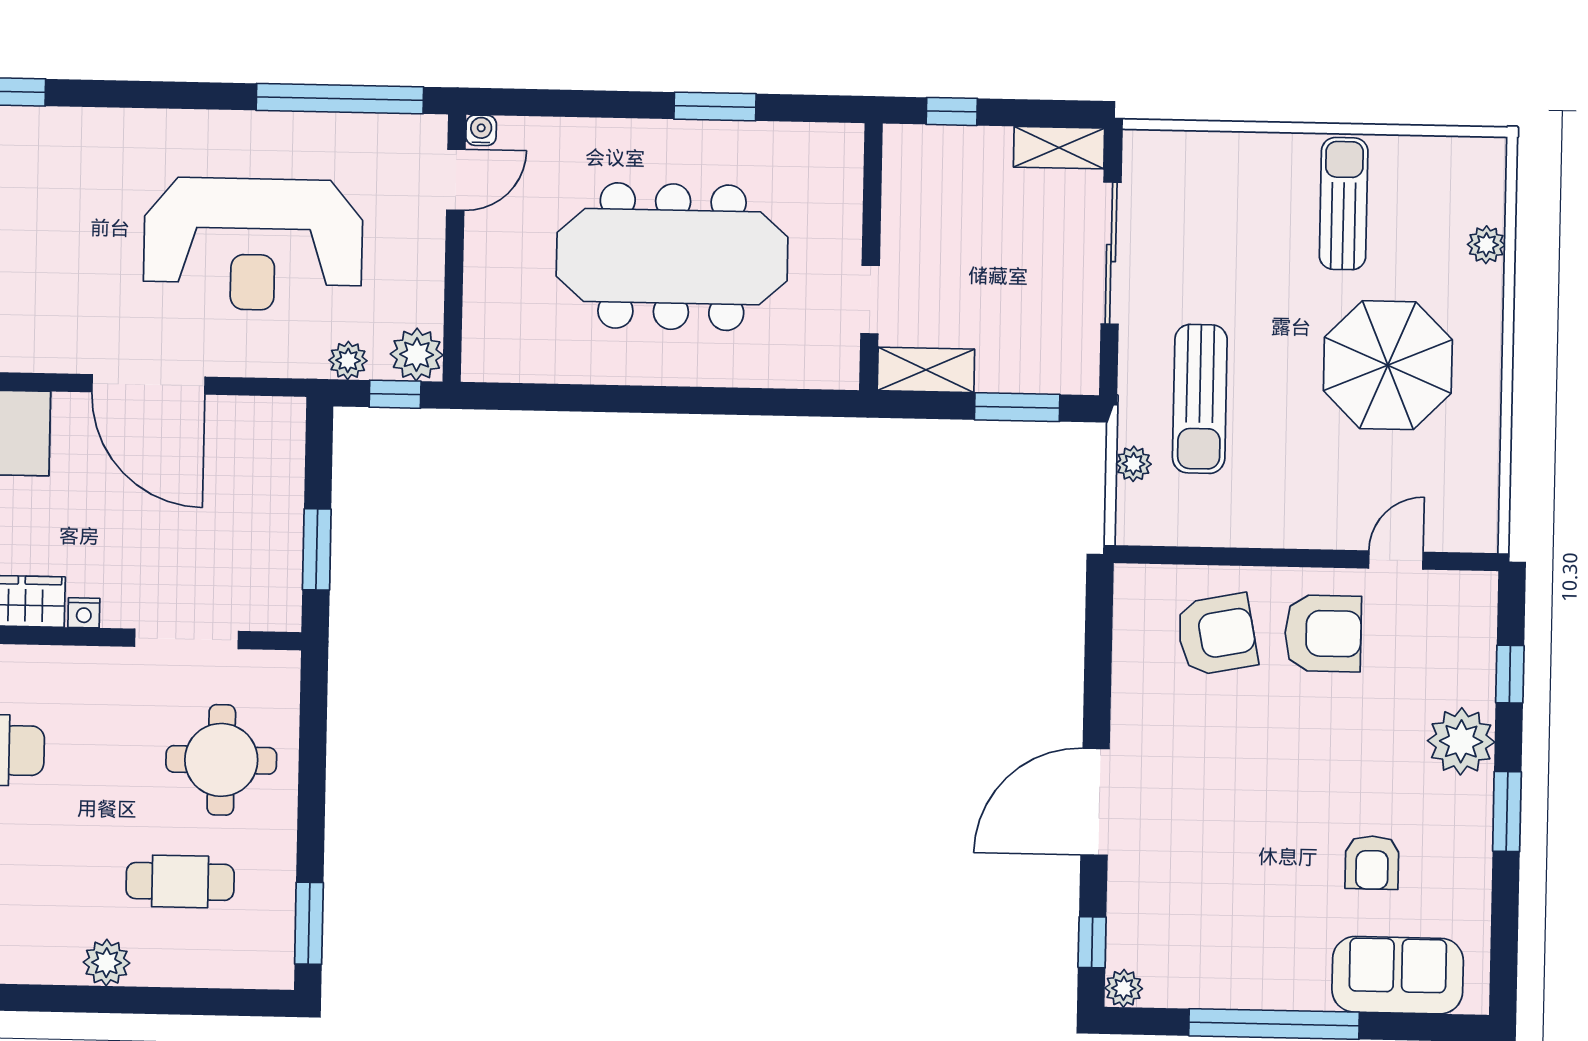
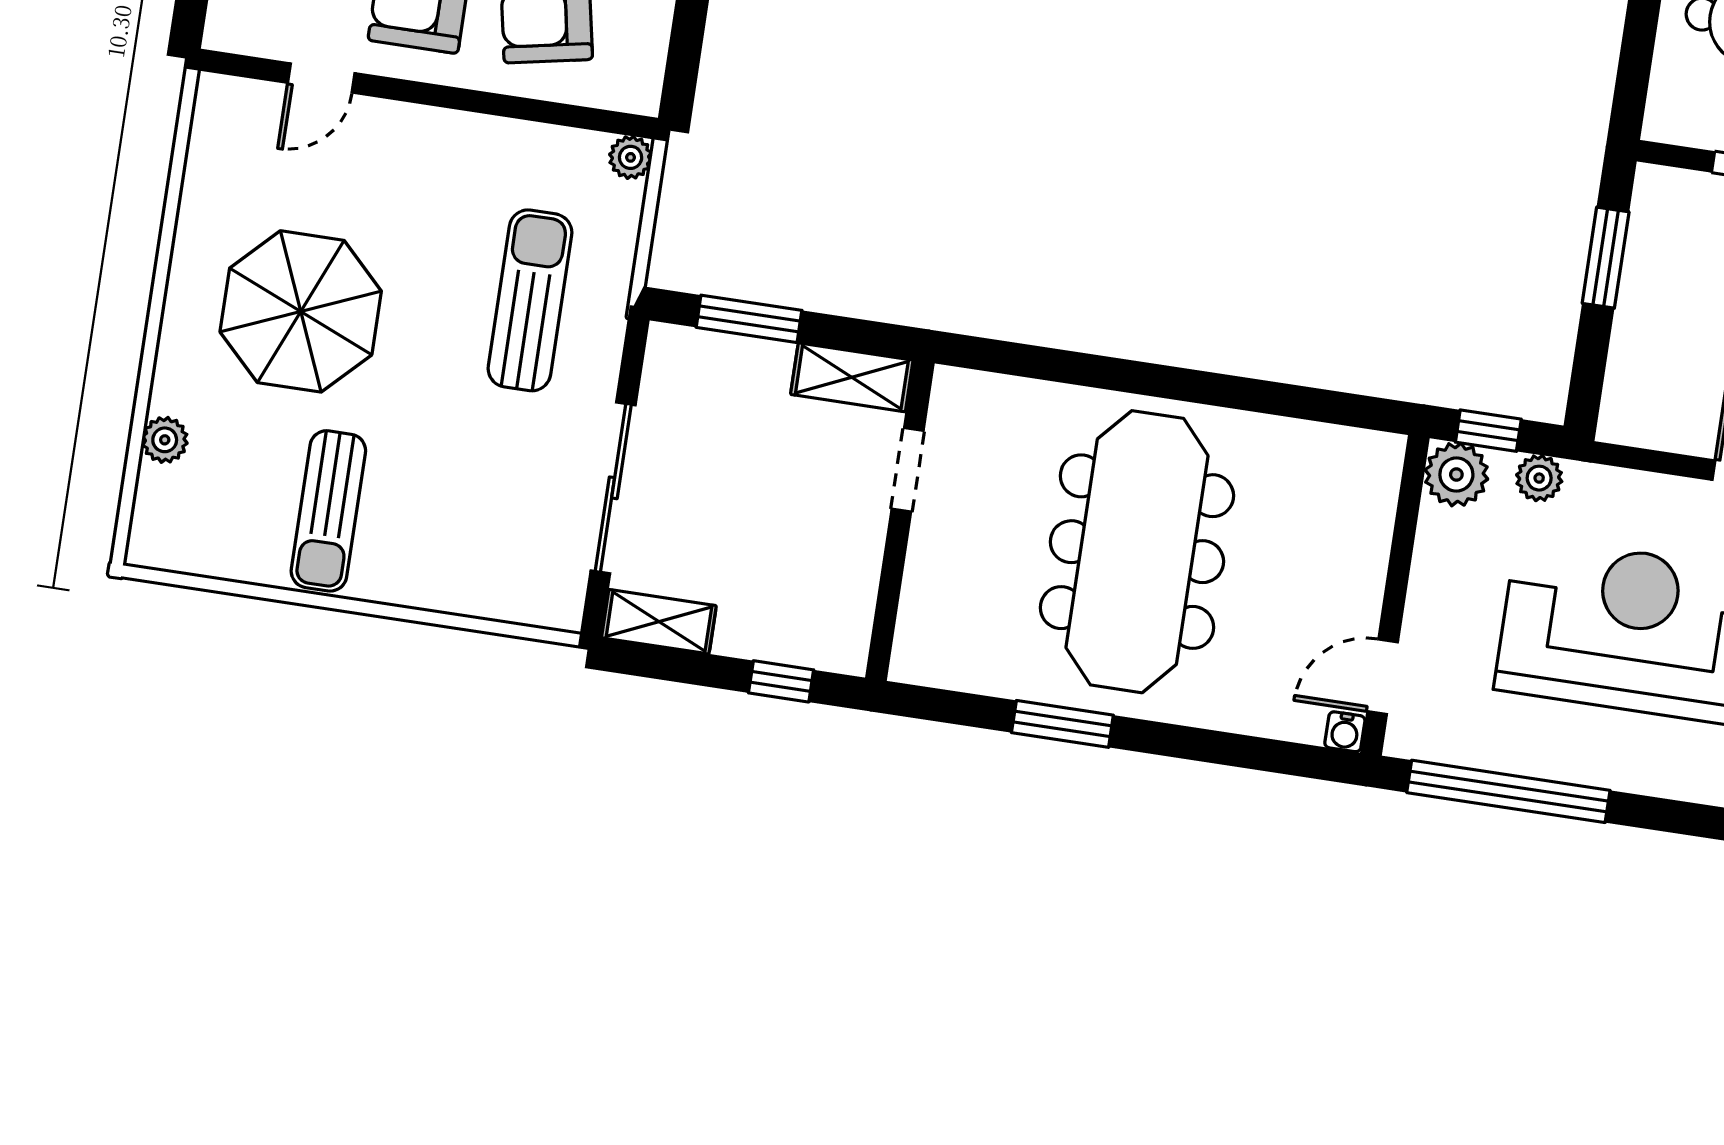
meeting table: (672, 257) -> (1137, 552), turned 90
plant: (1133, 464) -> (631, 157), moved

